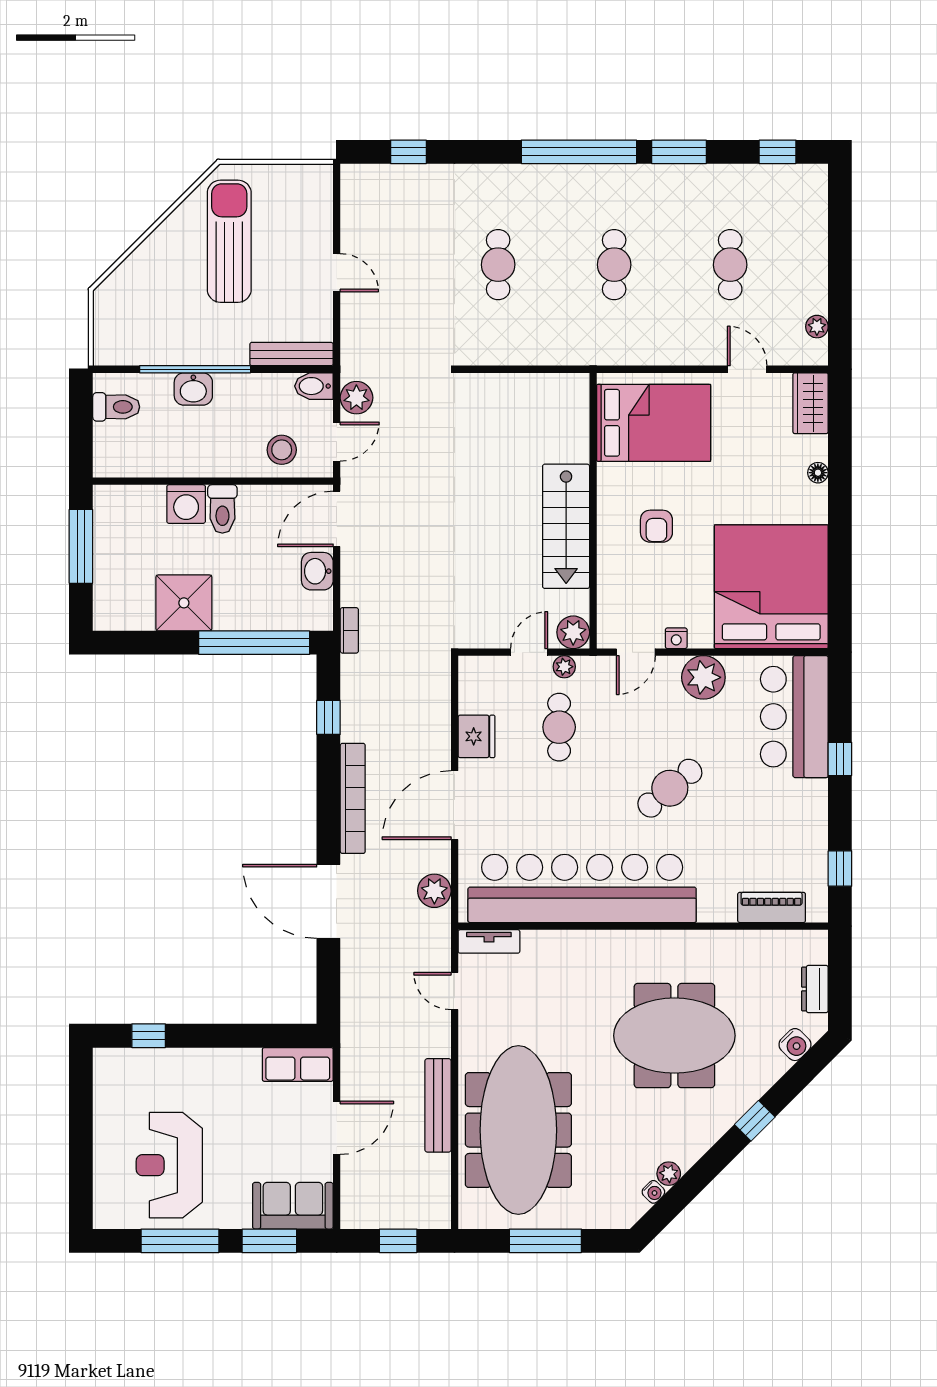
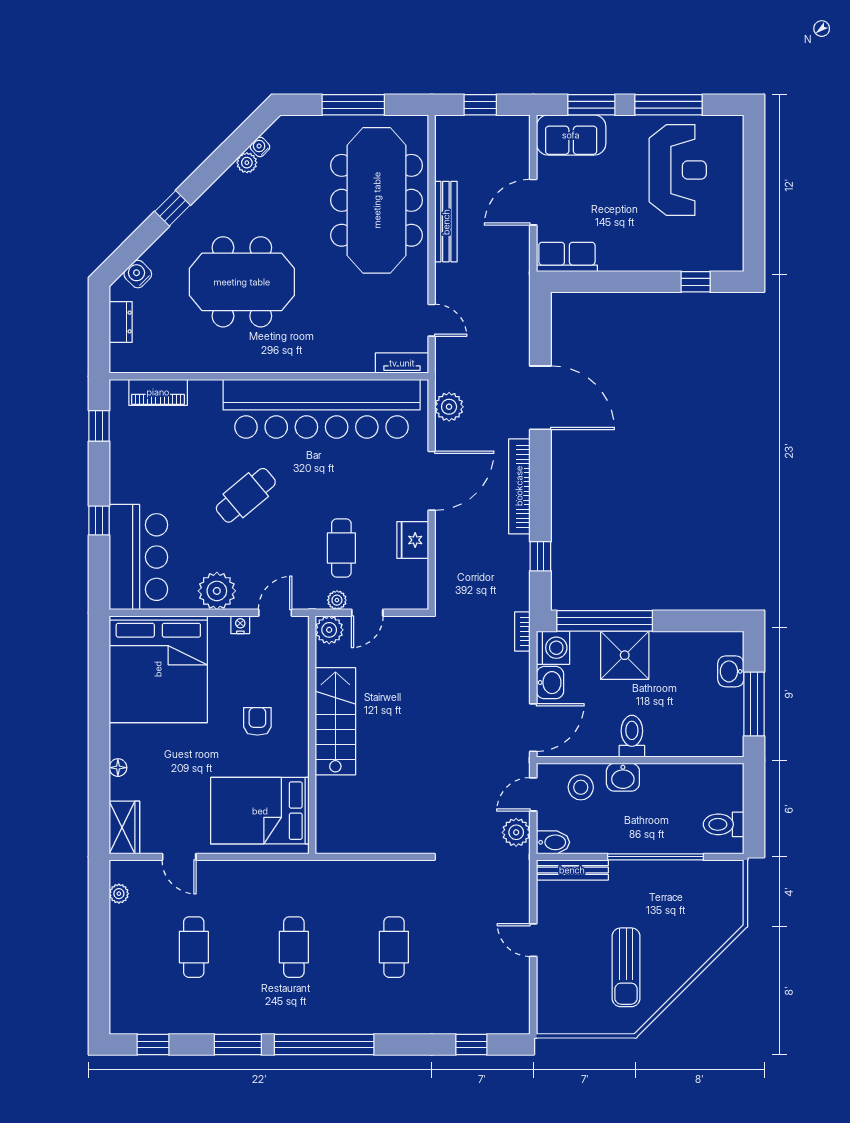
sun lounger: (229, 241) -> (626, 967), width x0.73, depth x0.75
washbasin: (193, 389) -> (623, 777), moved, turned 180
washing machine: (186, 504) -> (553, 648), moved, turned 90
washbasin: (108, 584) -> (731, 671), added
shower: (184, 603) -> (625, 655), moved

